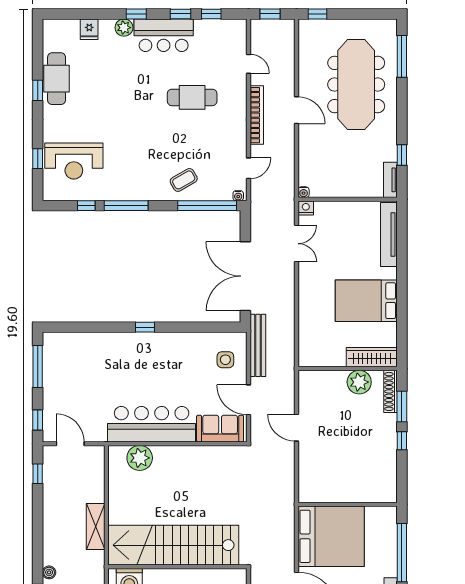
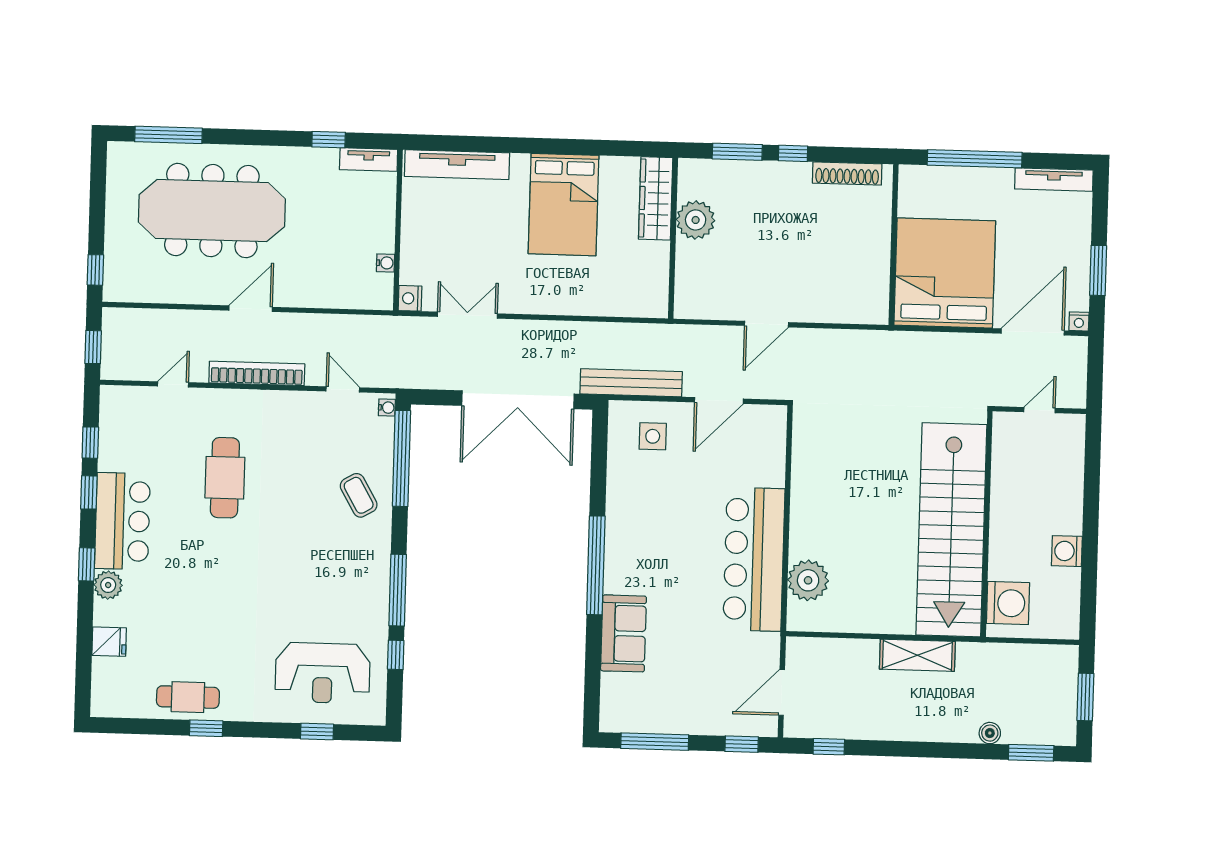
cafe table: (57, 79) -> (188, 697), width x0.73, depth x0.74
reception desk: (74, 161) -> (323, 673), turned 90
water cooler: (304, 192) -> (385, 263), moved
window: (145, 327) -> (596, 565), width x3.17
shoe rack: (391, 391) -> (847, 173), moved
sofa: (220, 429) -> (623, 633), moved, turned 180

